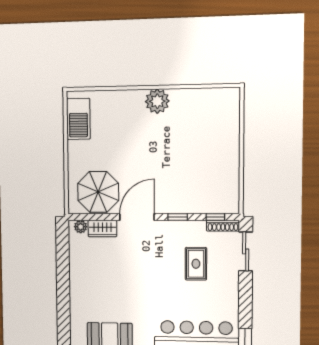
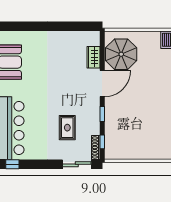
door: (137, 217) -> (102, 84), hinge flipped
plant: (81, 227) -> (95, 40), removed
rug: (196, 264) -> (67, 128), turned 90

